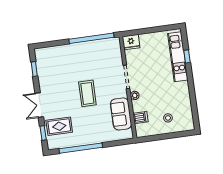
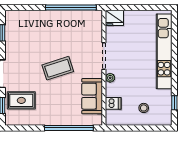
window: (187, 56) -> (174, 103), moved
kitchen unit: (178, 57) -> (164, 51), width x1.36
coffee table: (87, 93) -> (58, 68), turned 72
window: (81, 148) -> (69, 128), moved

